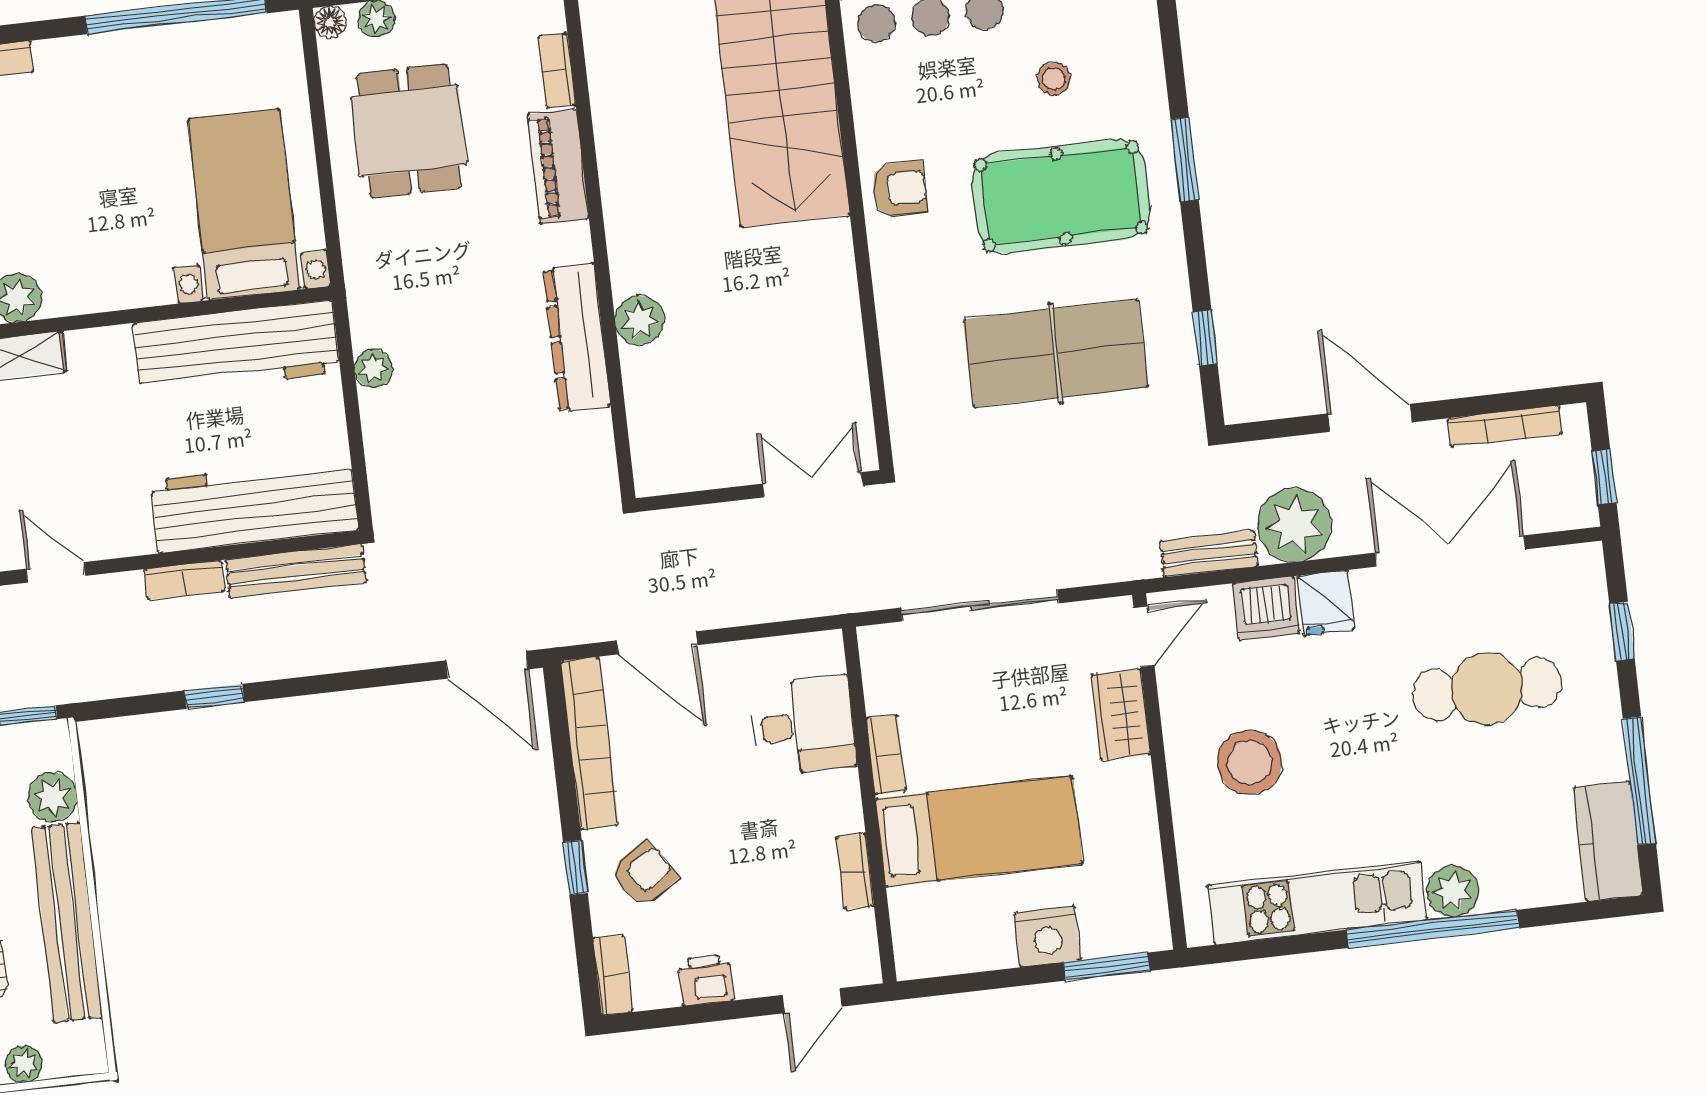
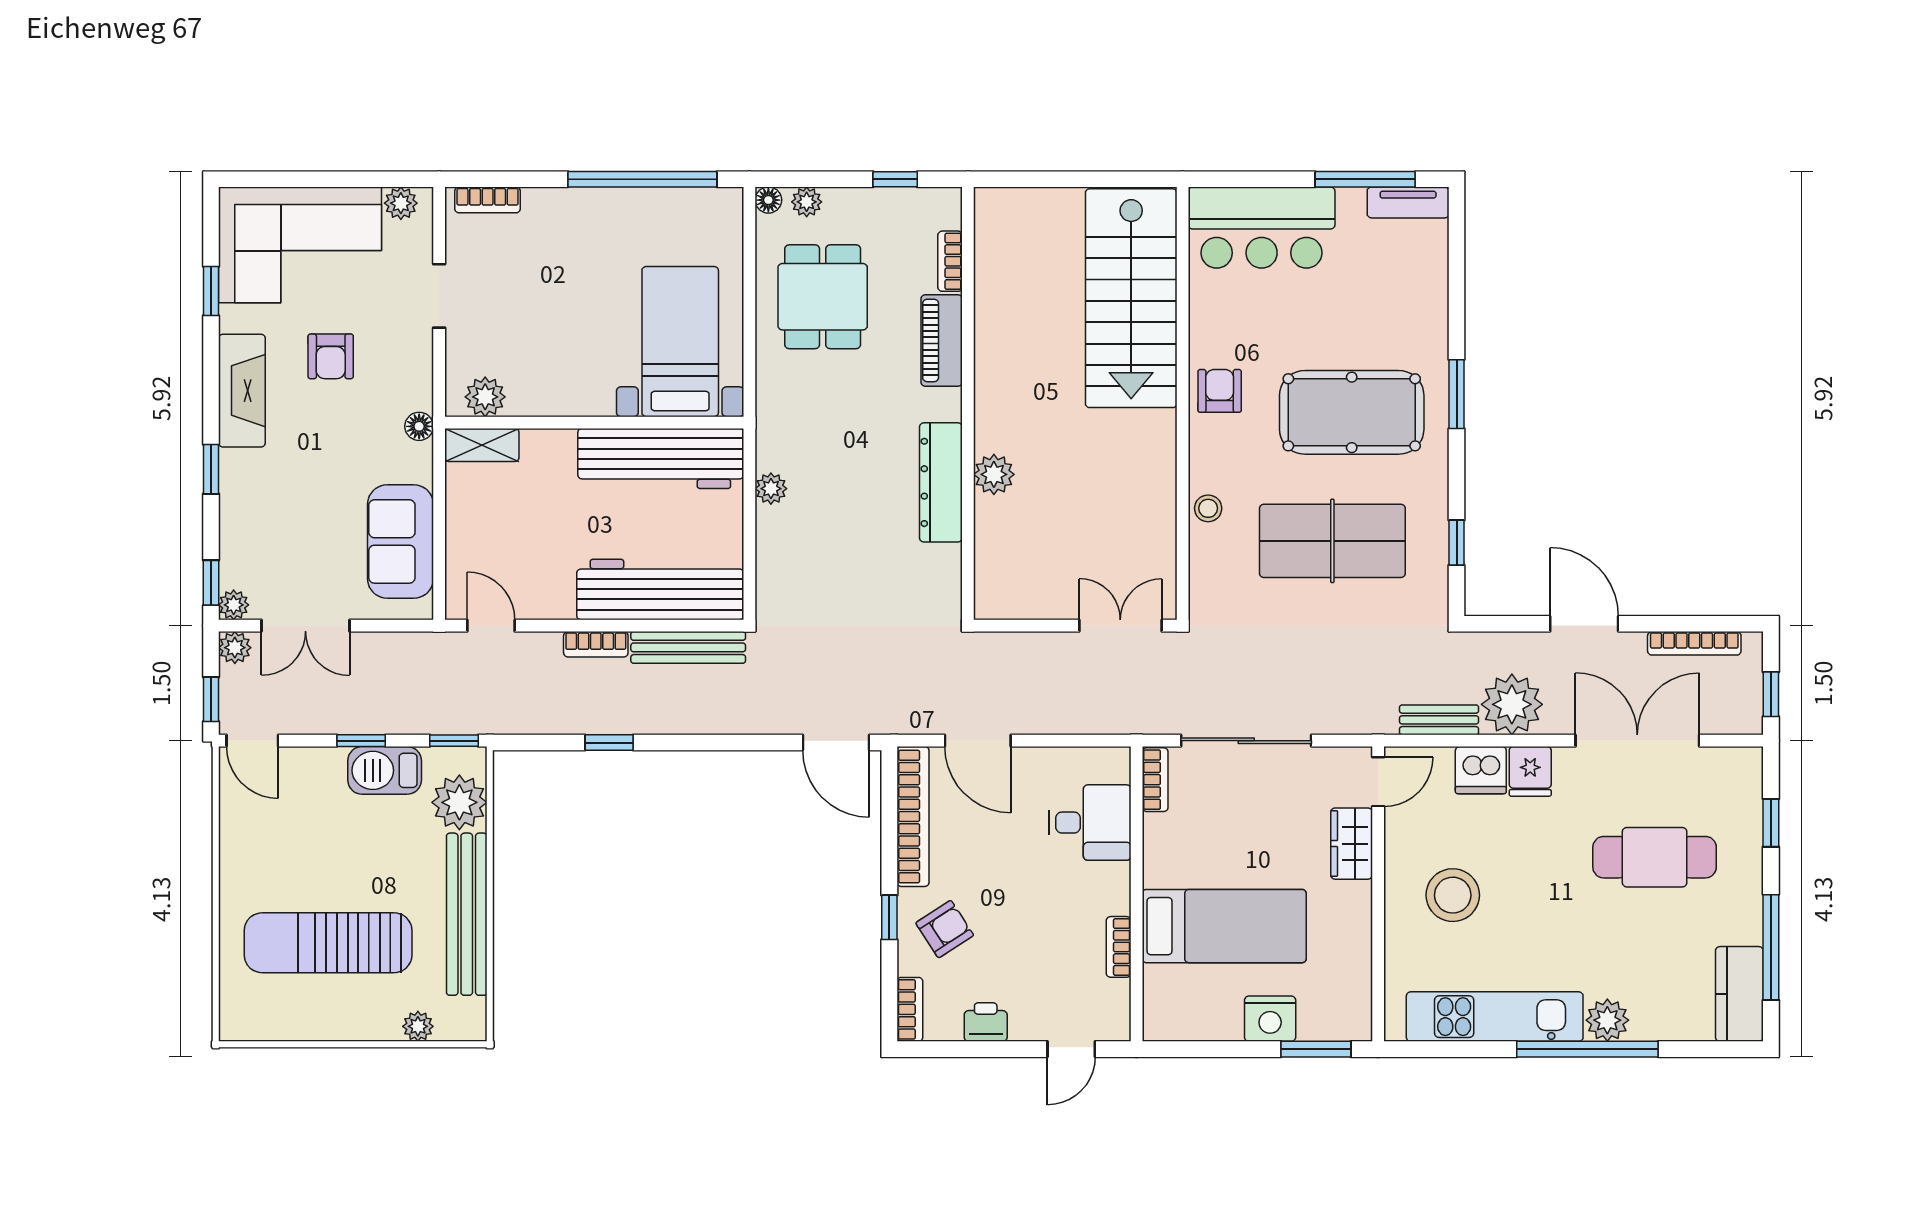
stool: (1054, 79) -> (1208, 508), moved
armchair: (899, 189) -> (1220, 391), turned -90
bookcase: (886, 755) -> (1155, 780), moved
plant: (52, 797) -> (459, 802), width x1.36, depth x1.36

